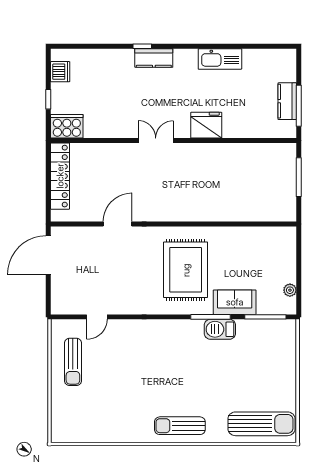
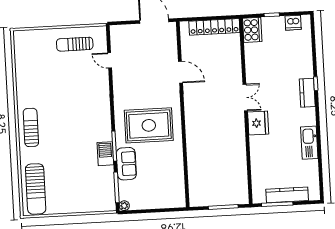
kitchen counter: (287, 101) -> (287, 195), width x1.50
fridge: (206, 125) -> (258, 123), moved
plant: (290, 290) -> (124, 206), moved

